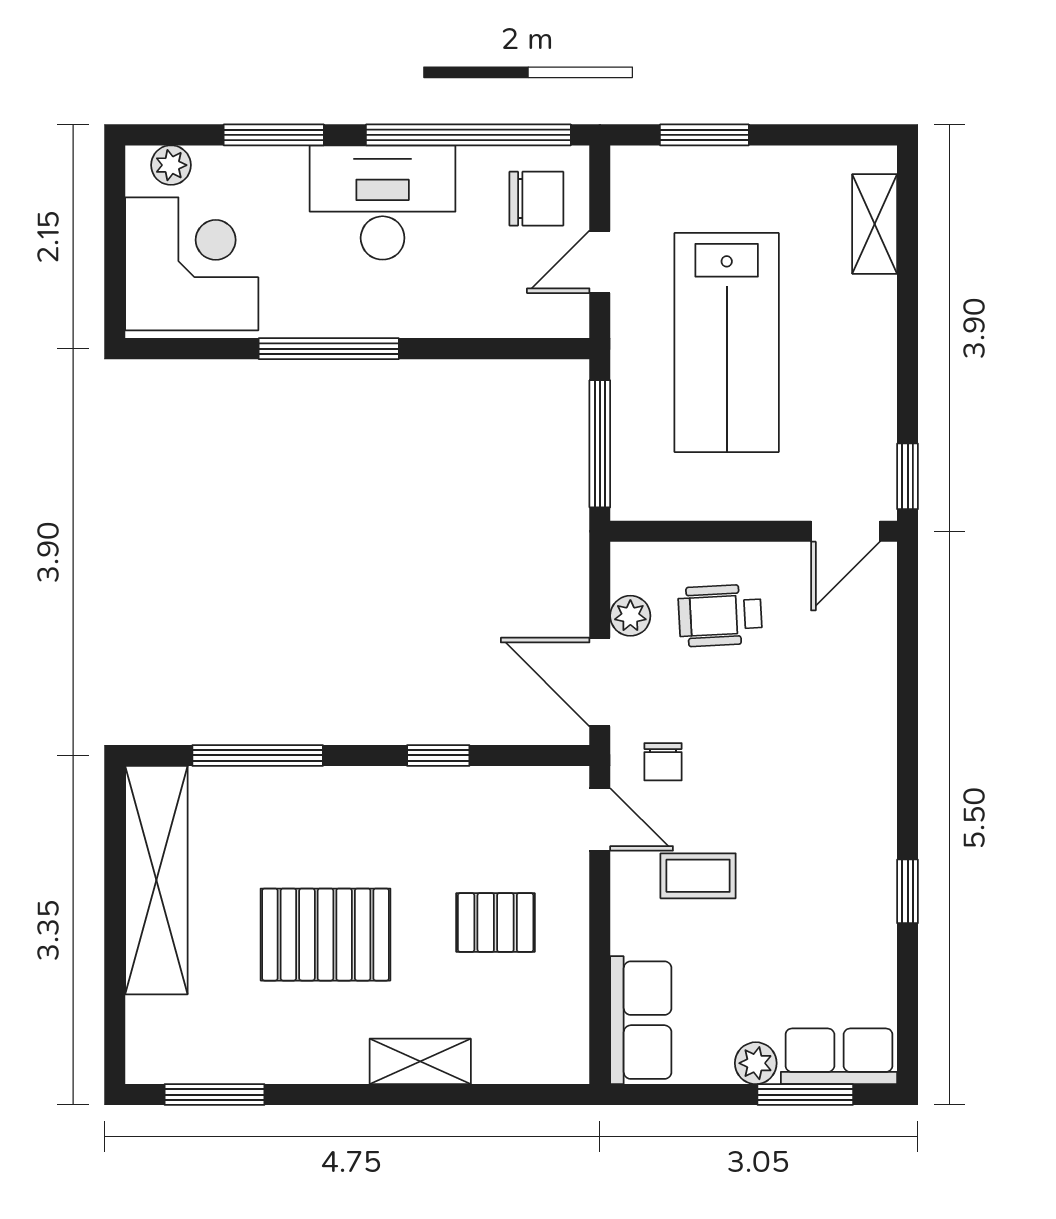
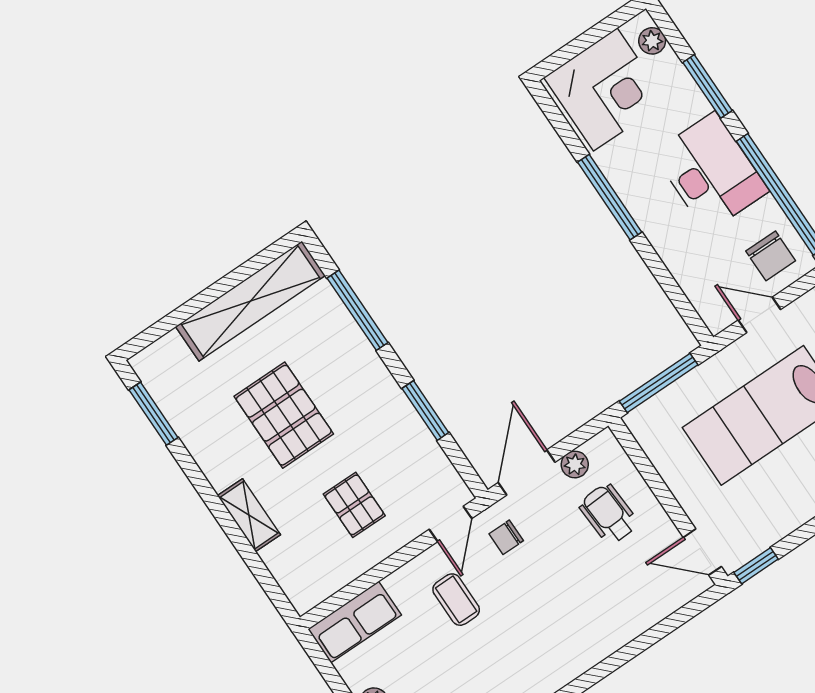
window: (438, 755) -> (425, 410), width x1.50

